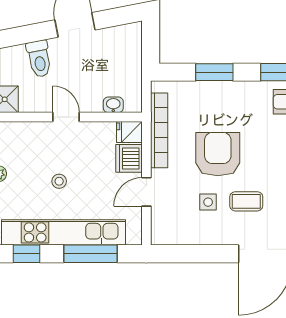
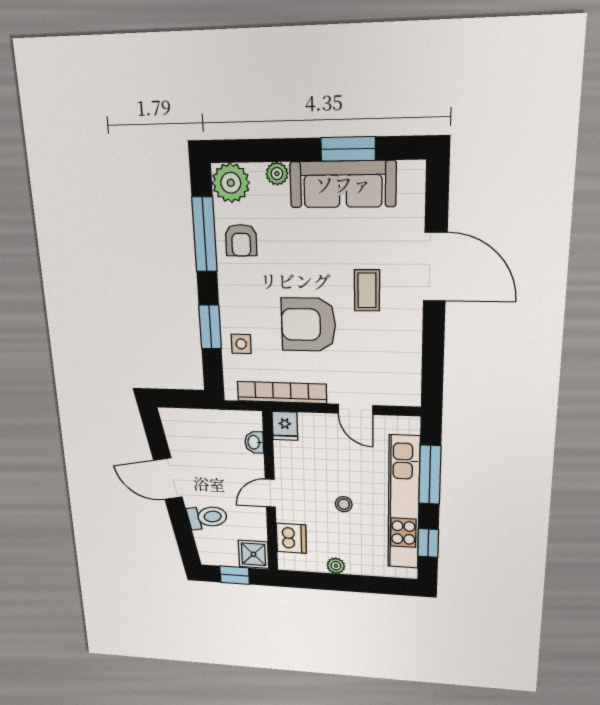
dishwasher: (129, 158) -> (291, 538), moved, turned -90
side table: (208, 202) -> (241, 344), moved

